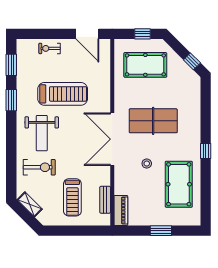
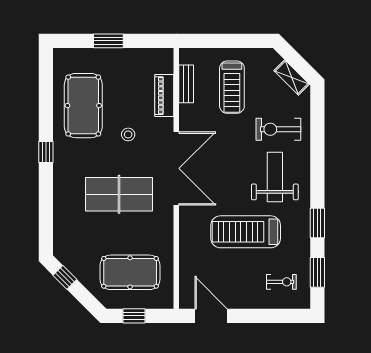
exercise bike: (50, 48) -> (281, 282), moved
treadmill: (72, 197) -> (232, 87), turned 180
piano: (121, 210) -> (164, 96), moved

